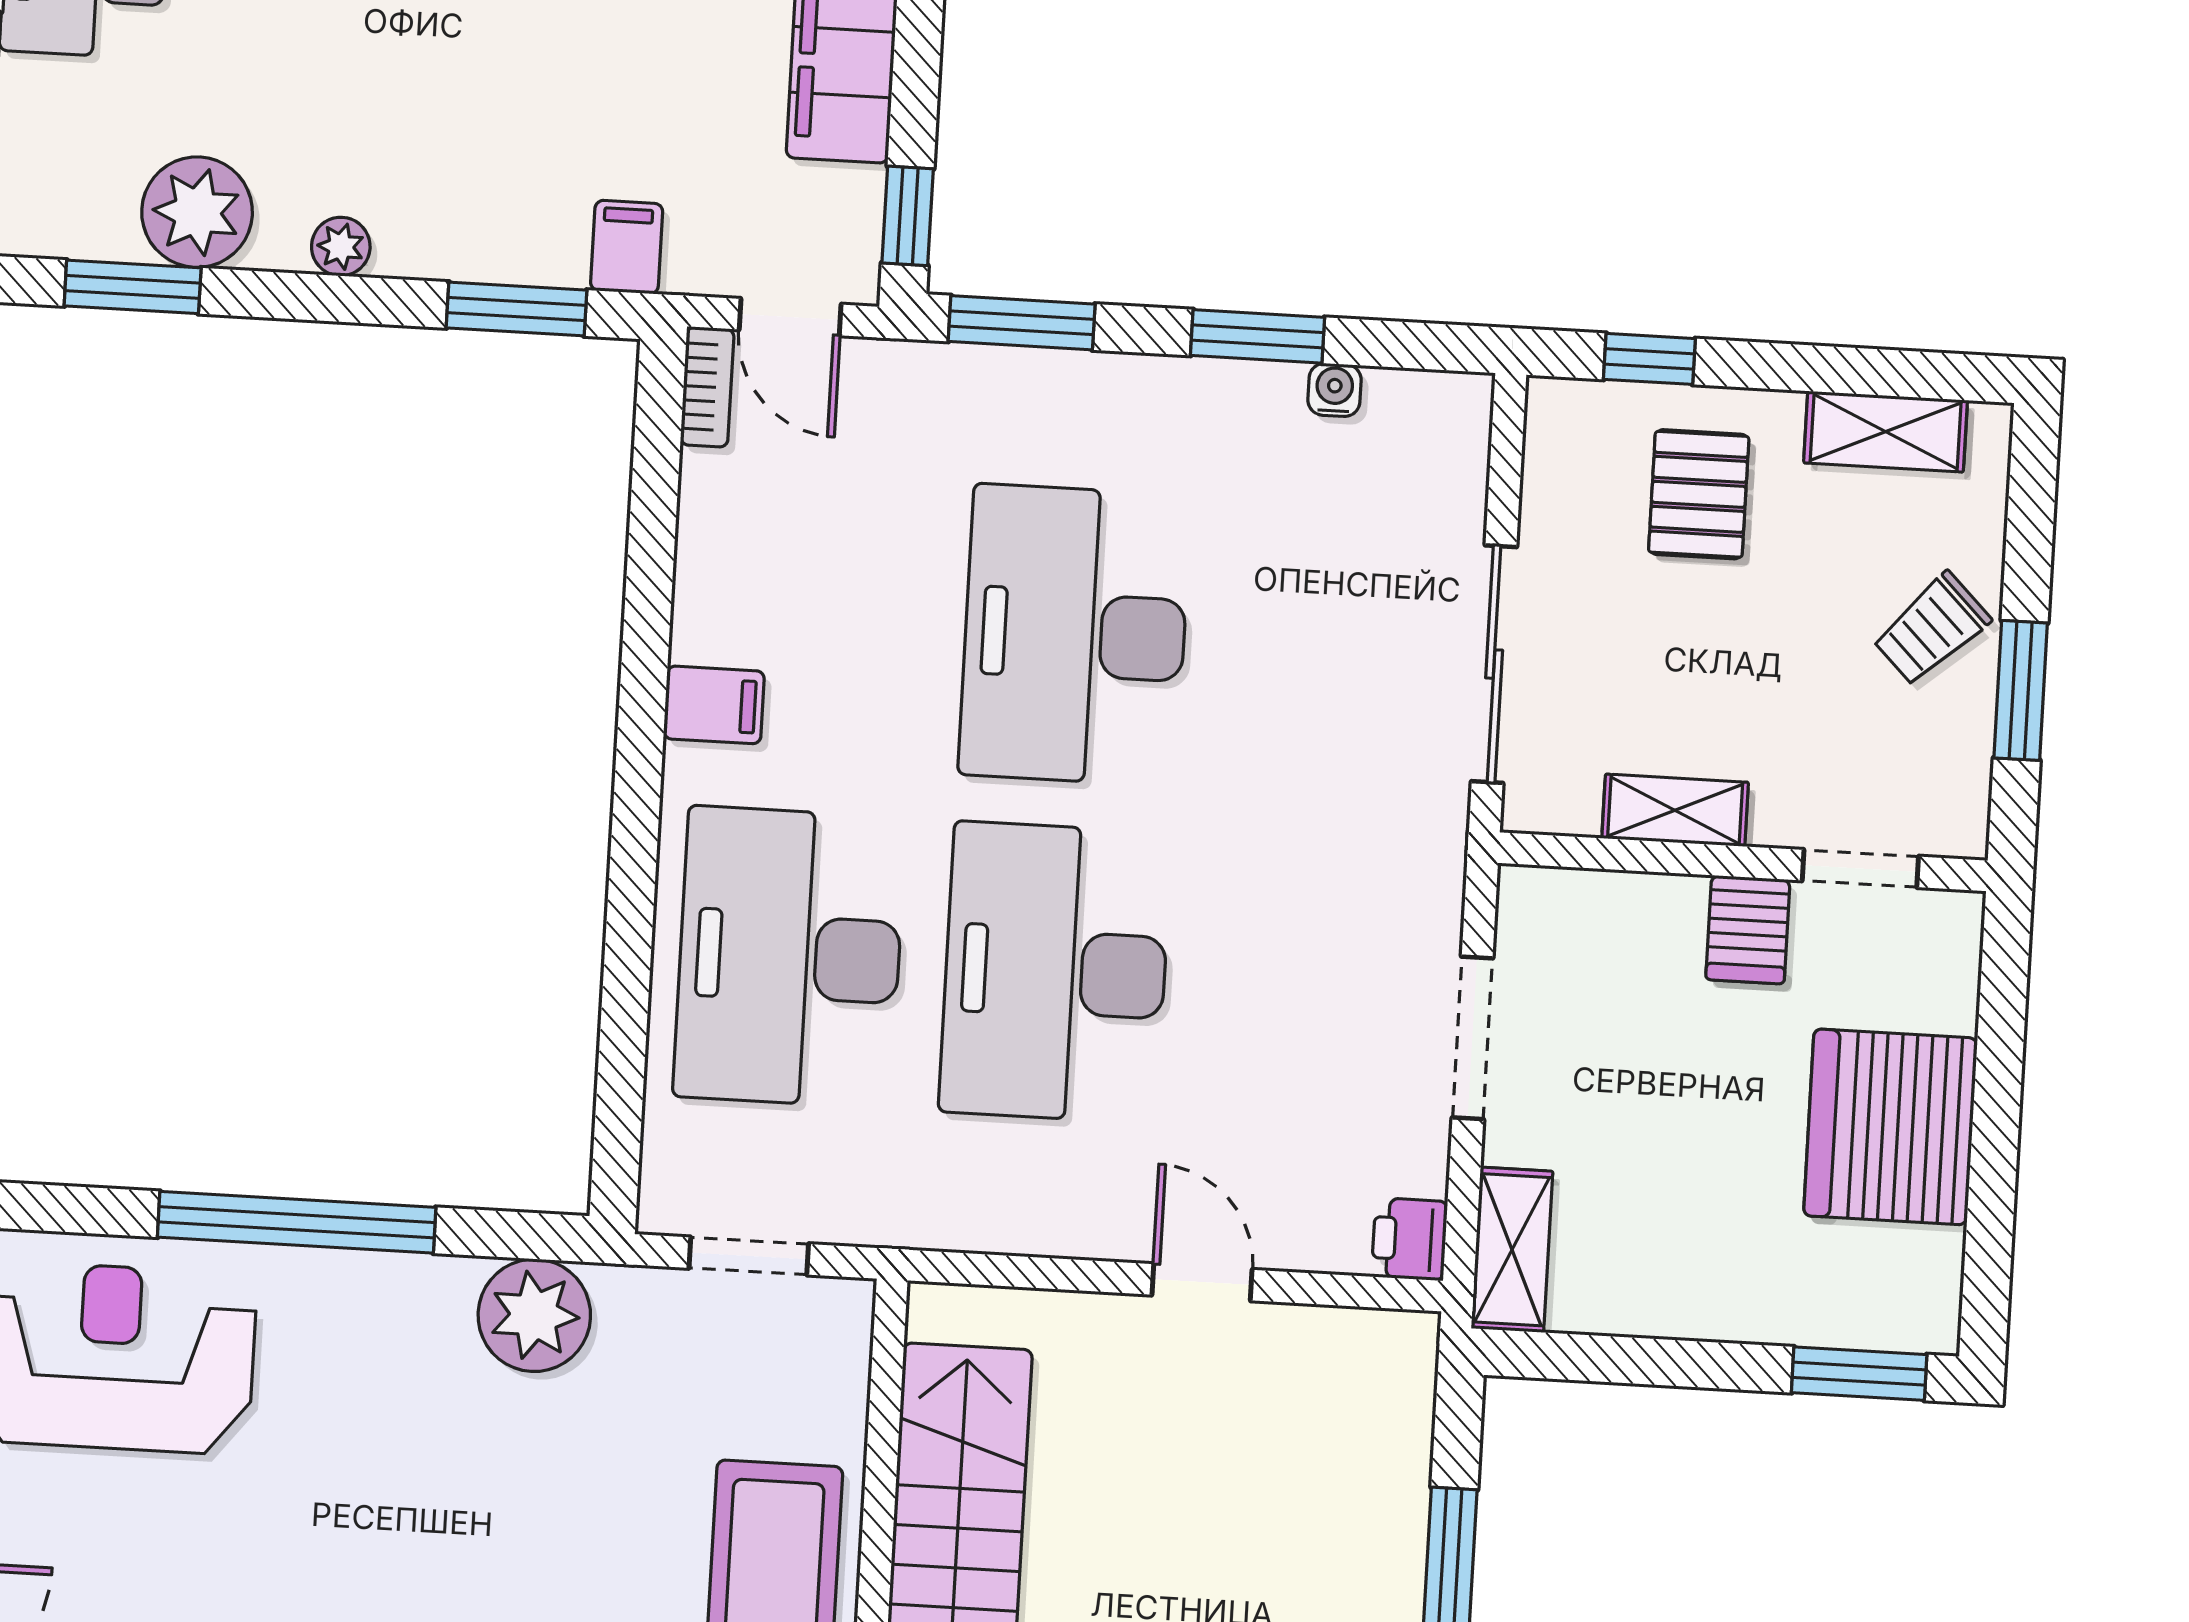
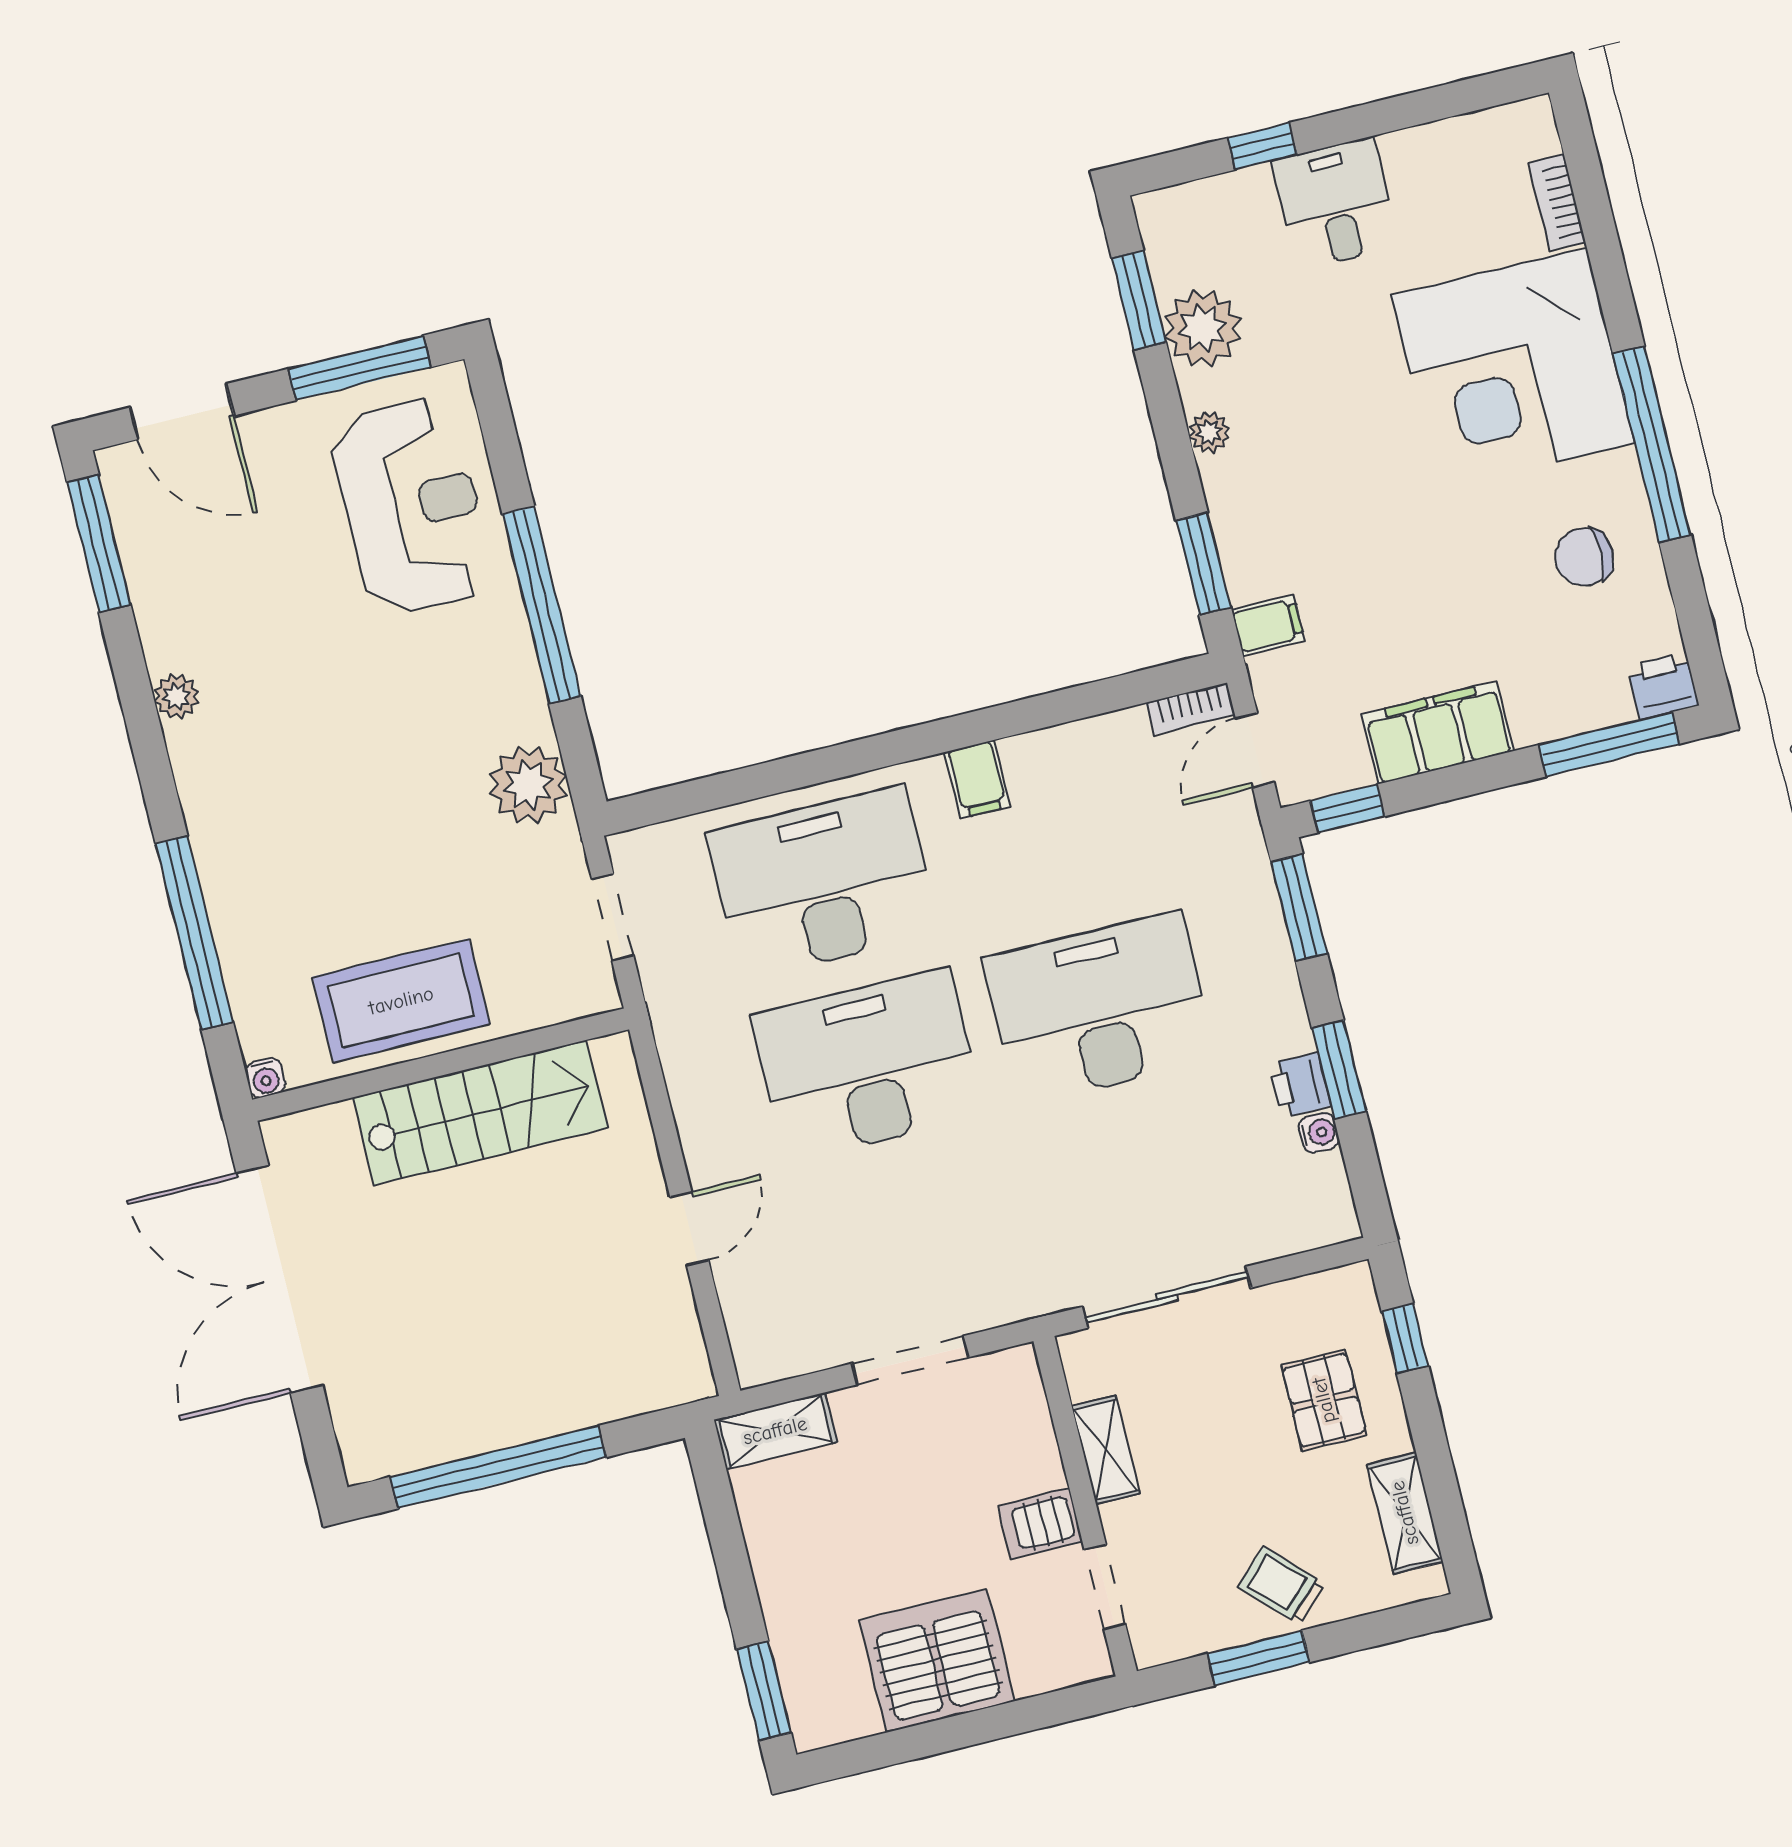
pallet: (1699, 494) -> (1324, 1400), turned 90
printer: (1409, 1239) -> (1300, 1085), moved, turned -90

